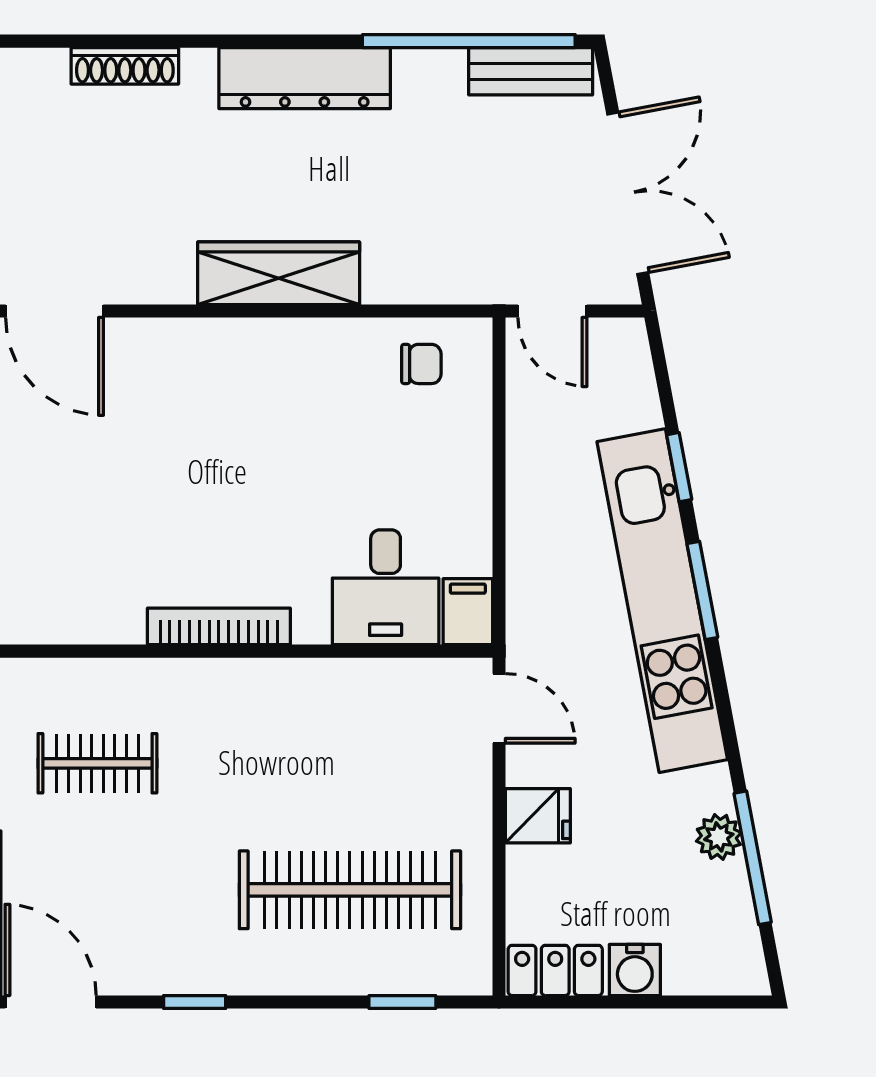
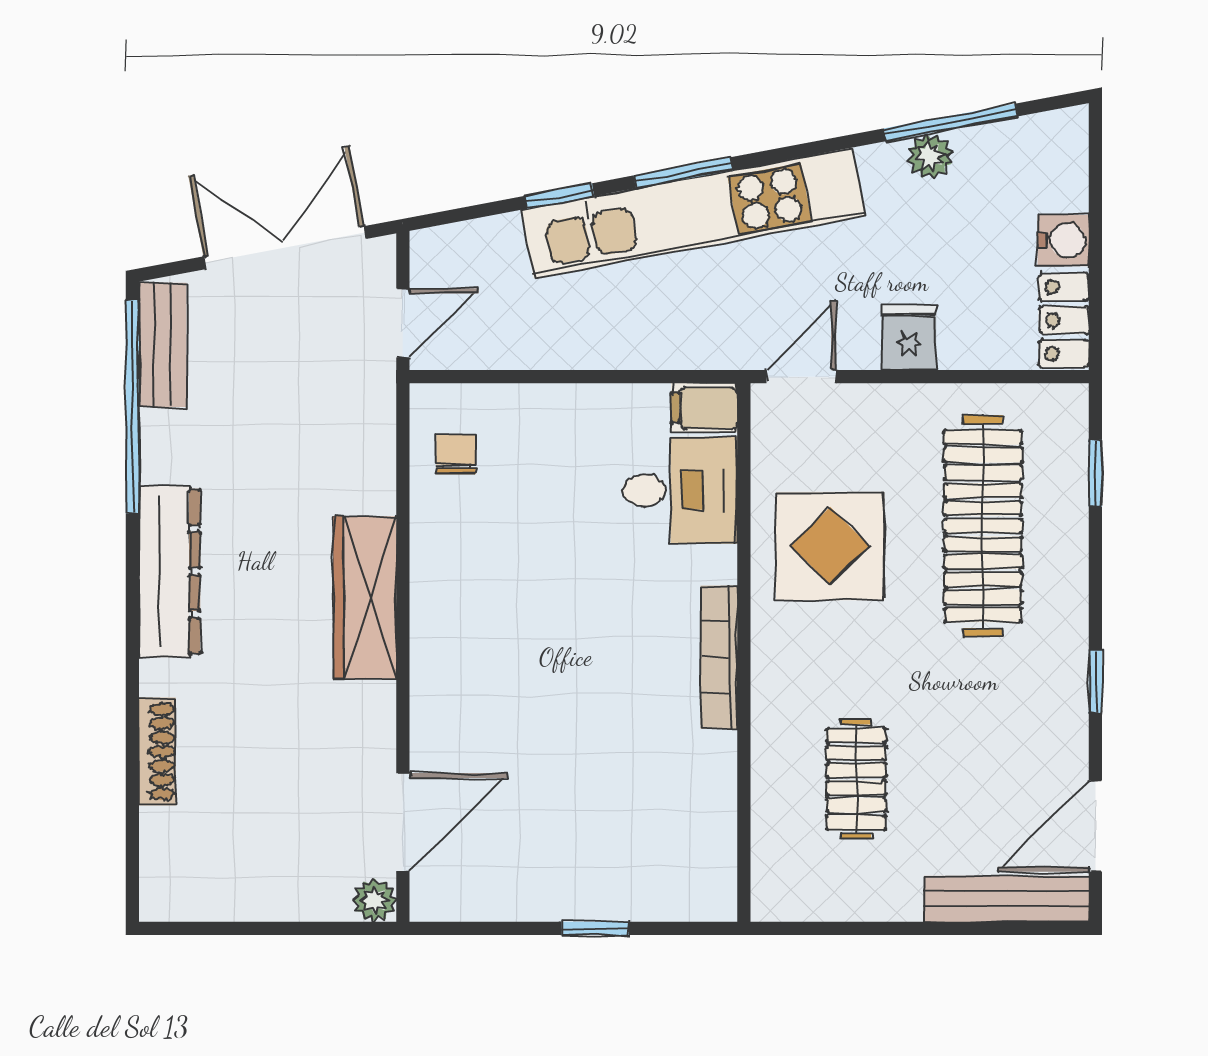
display table: (330, 737) -> (830, 546), added

